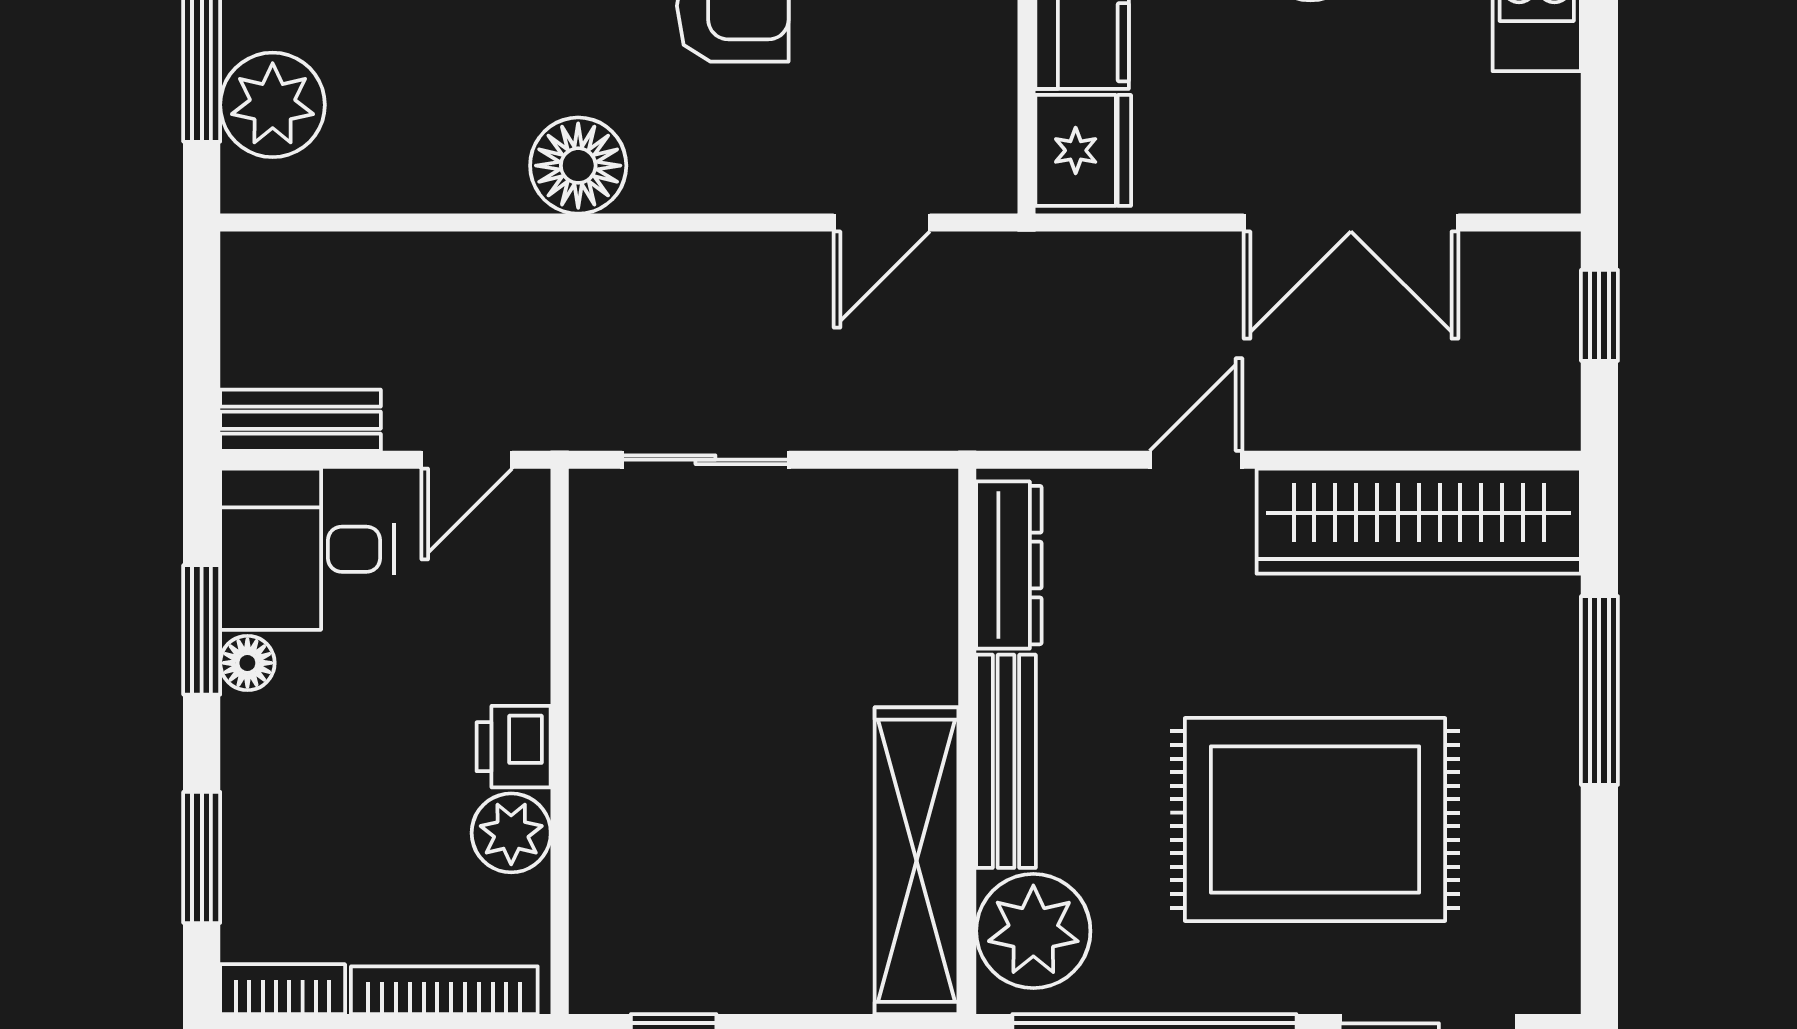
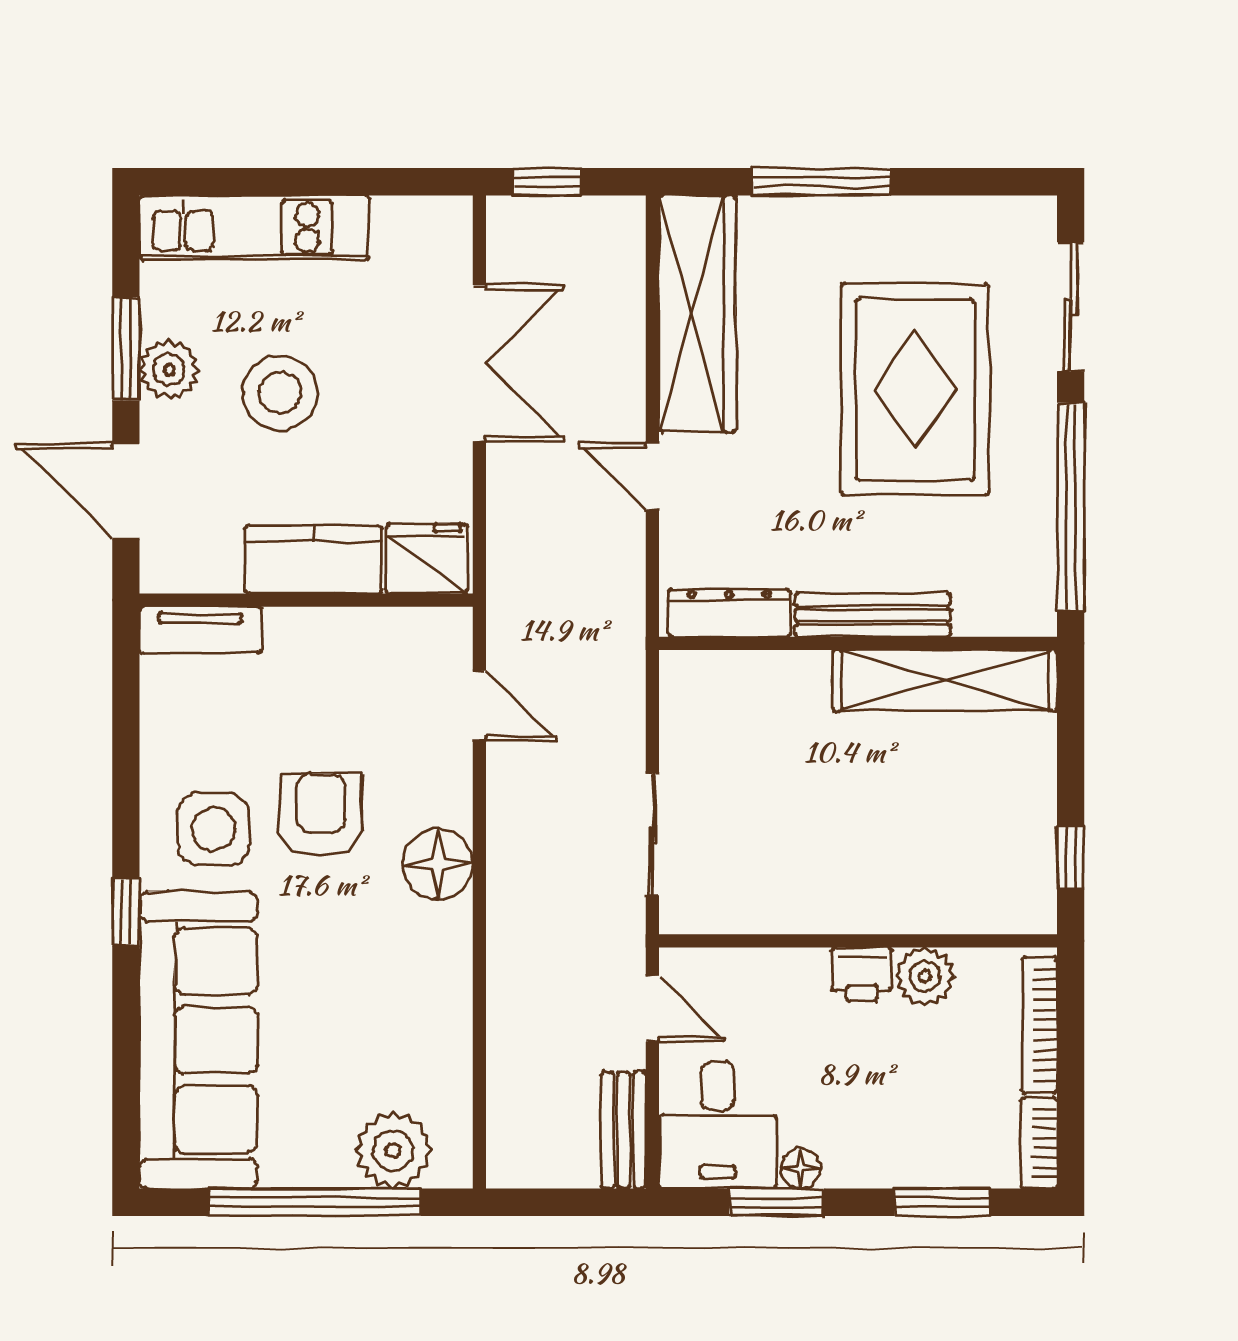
floor lamp: (578, 166) -> (438, 864), moved
plant: (1033, 931) -> (996, 595), removed

